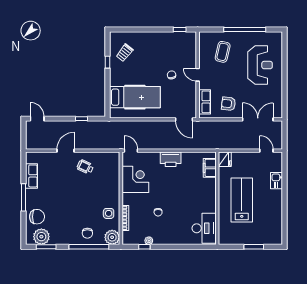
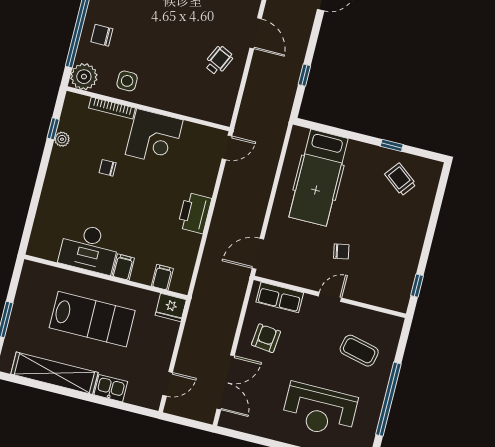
filing cabinet: (210, 168) -> (162, 277), width x0.50
corner desk: (135, 179) -> (154, 137), moved
filing cabinet: (210, 190) -> (123, 267), added
shelving: (276, 213) -> (54, 373), added
desk: (204, 228) -> (89, 248), moved

